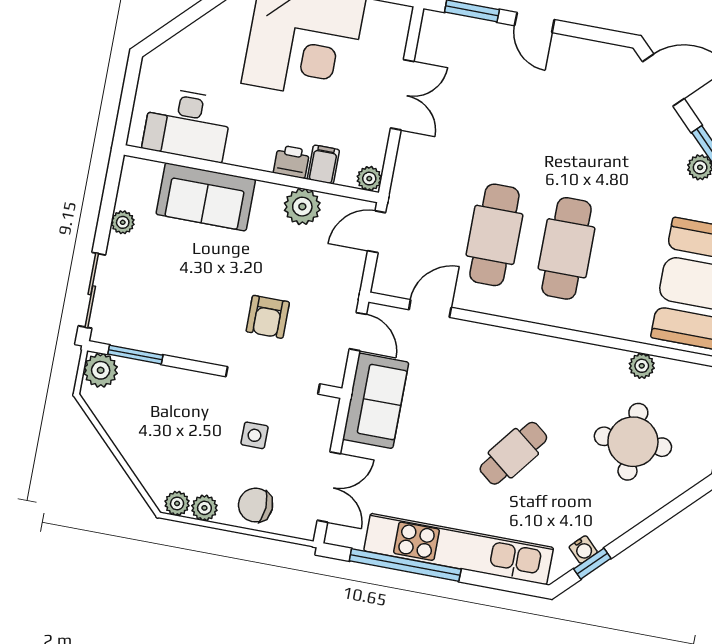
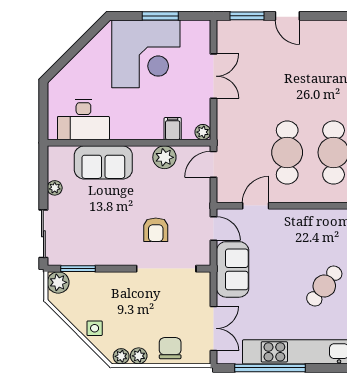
printer: (291, 162) -> (153, 131), removed
side table: (255, 435) -> (95, 328), moved
chair: (256, 505) -> (170, 348), turned 87

